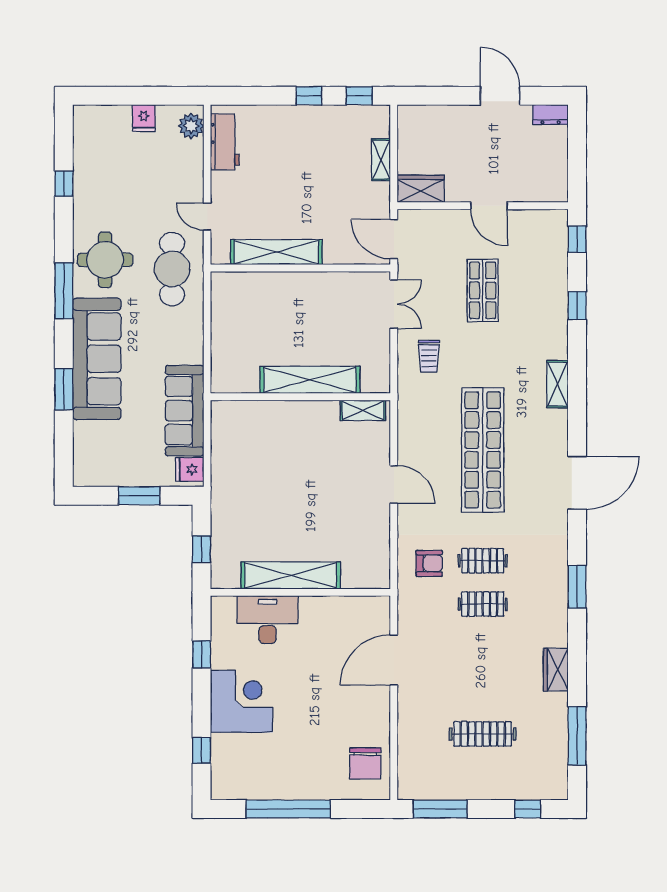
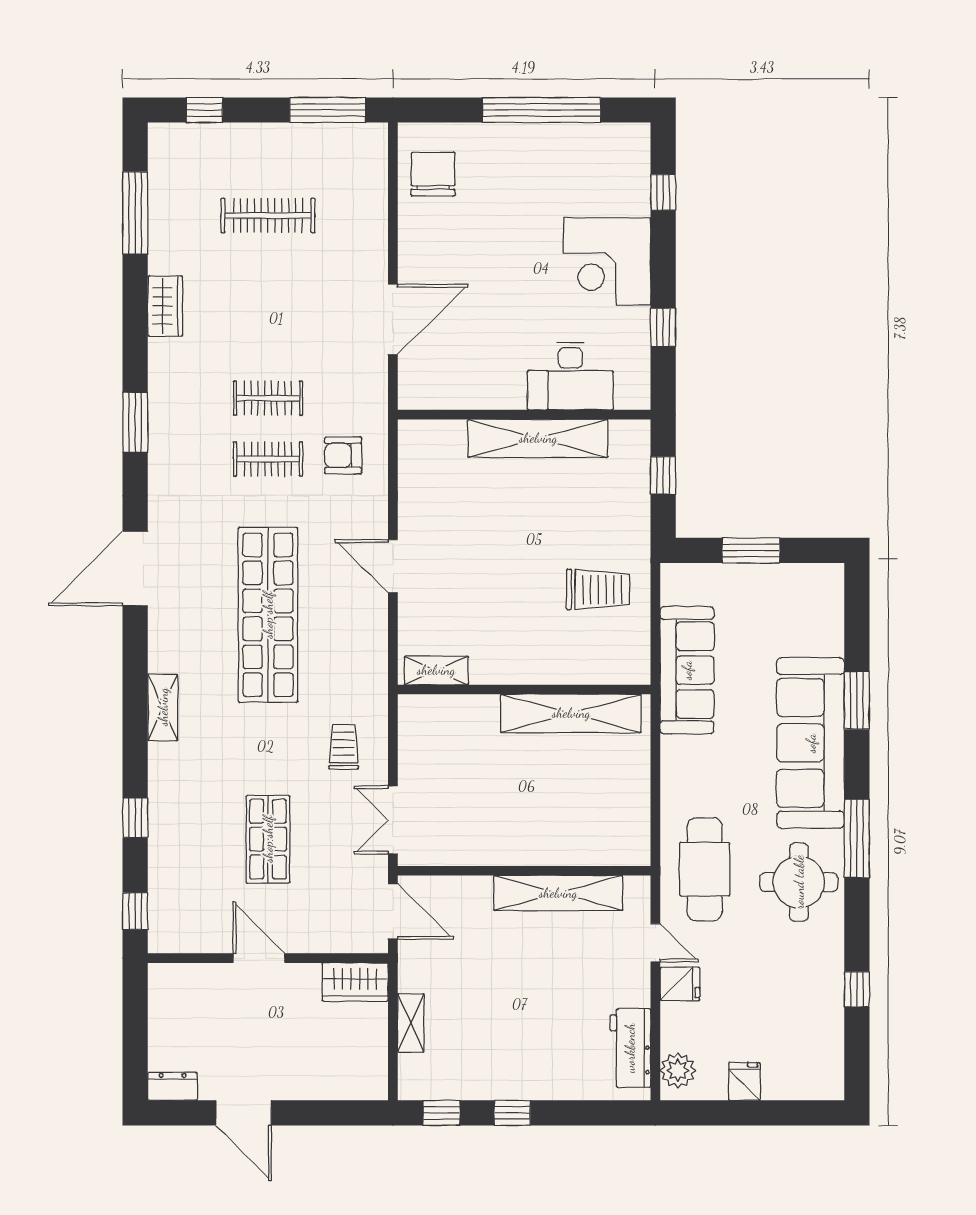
shelving: (310, 380) -> (571, 713), moved
trolley: (248, 468) -> (598, 589), added
fridge: (190, 469) -> (680, 984), moved

